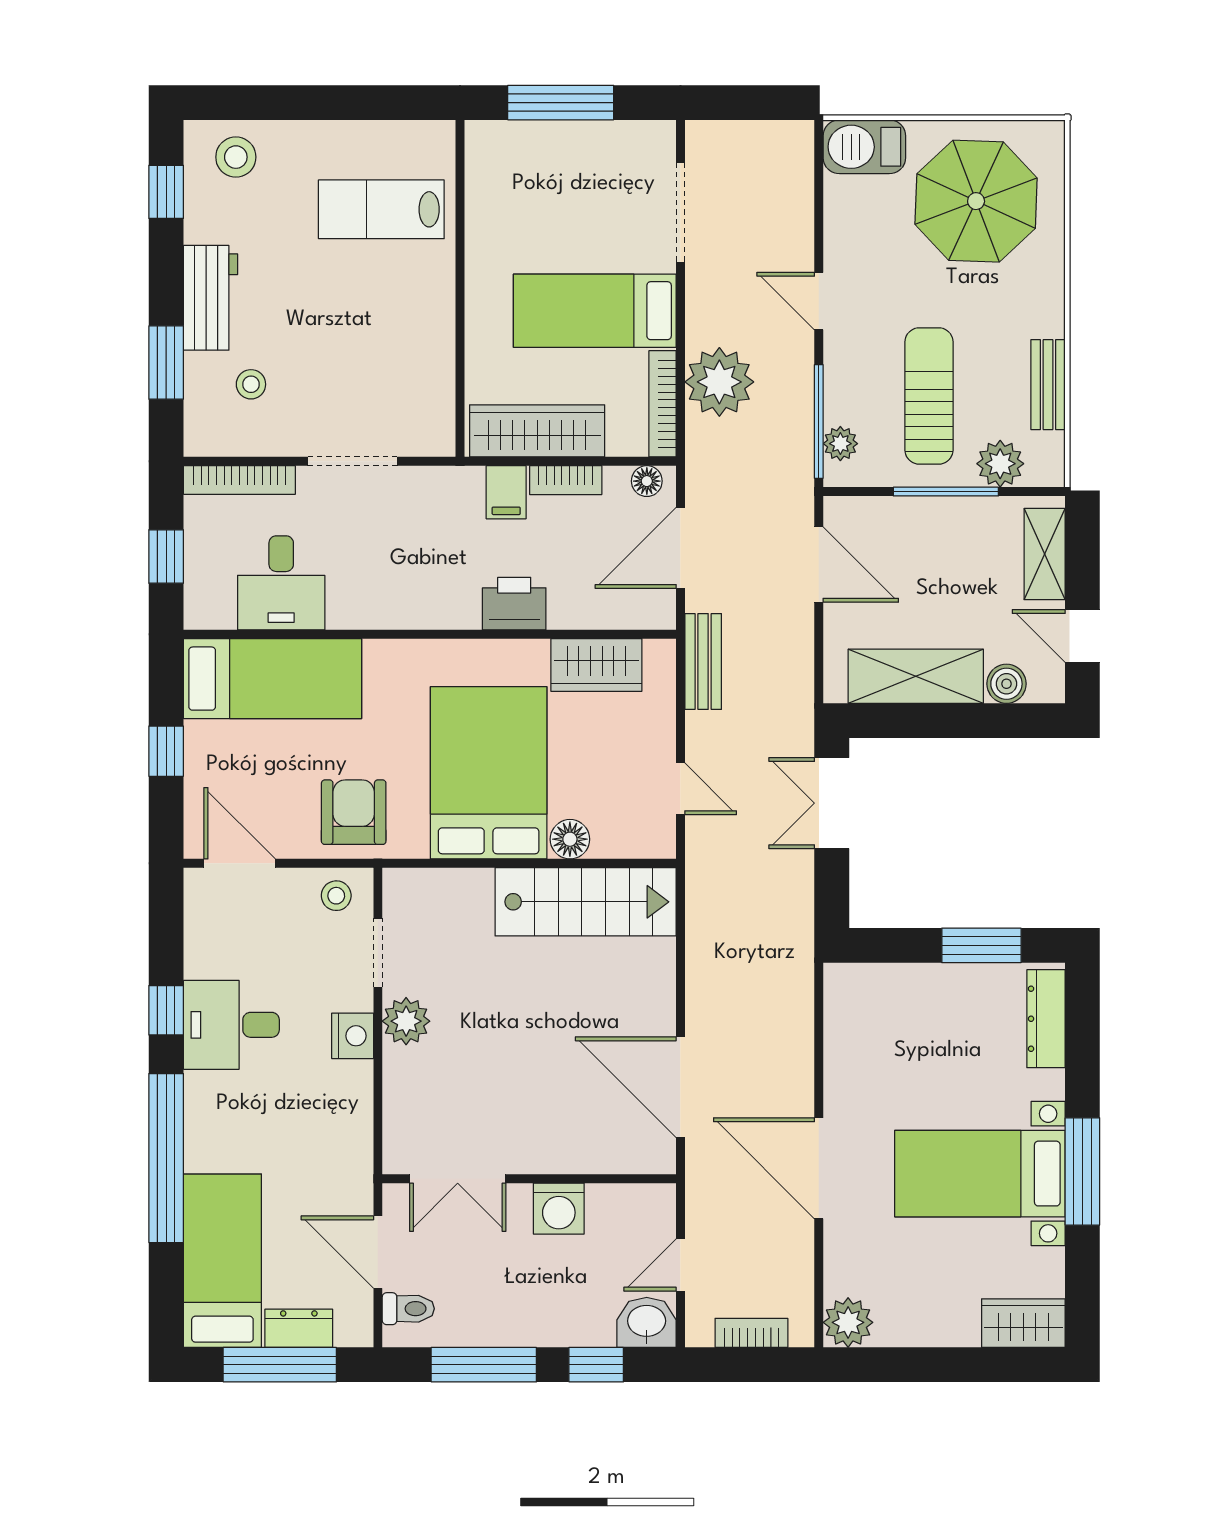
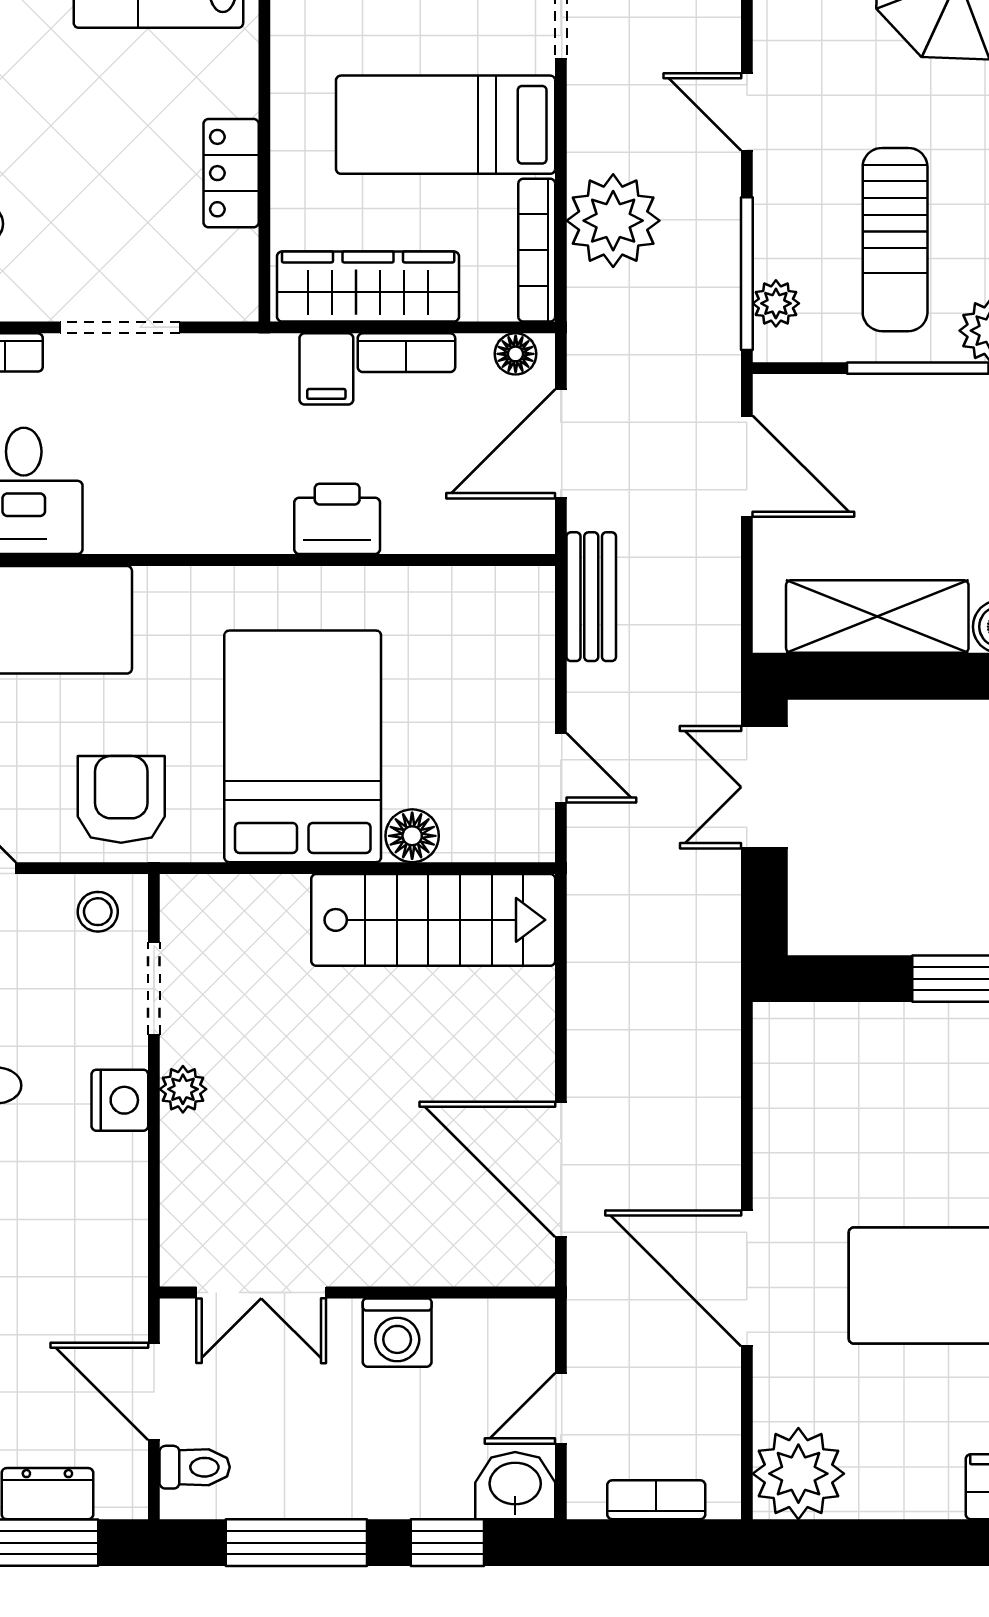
locker: (435, 347) -> (231, 173), added
sun lounger: (929, 396) -> (895, 240), turned 180
wardrobe: (596, 665) -> (448, 601), removed
plant: (406, 1021) -> (183, 1089), width x0.73, depth x0.73
plant: (848, 1322) -> (798, 1474), width x1.36, depth x1.36

